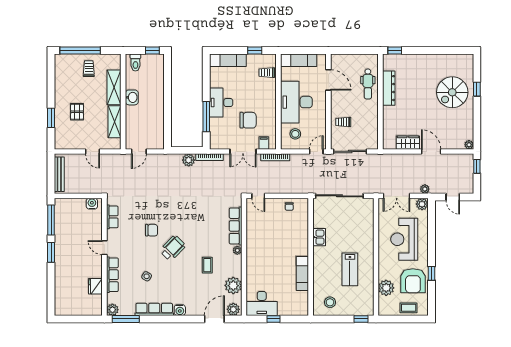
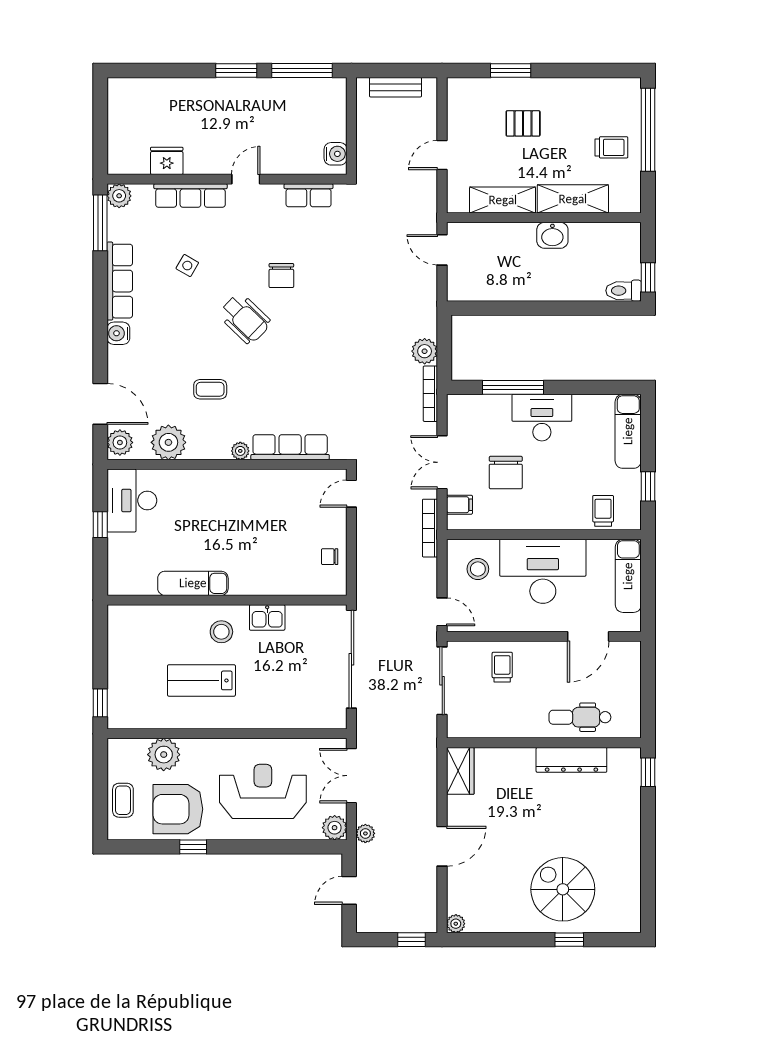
toilet: (135, 63) -> (624, 291), moved
wardrobe: (408, 143) -> (460, 771), moved
bench: (59, 174) -> (395, 87), width x0.73
stool: (330, 302) -> (221, 632), moved

